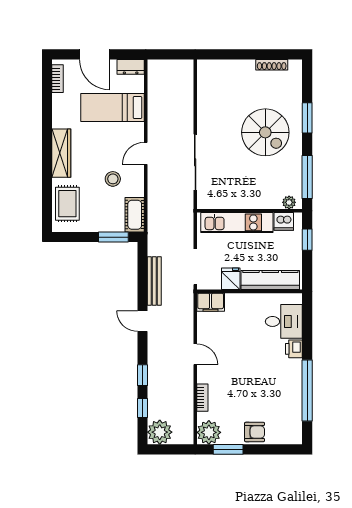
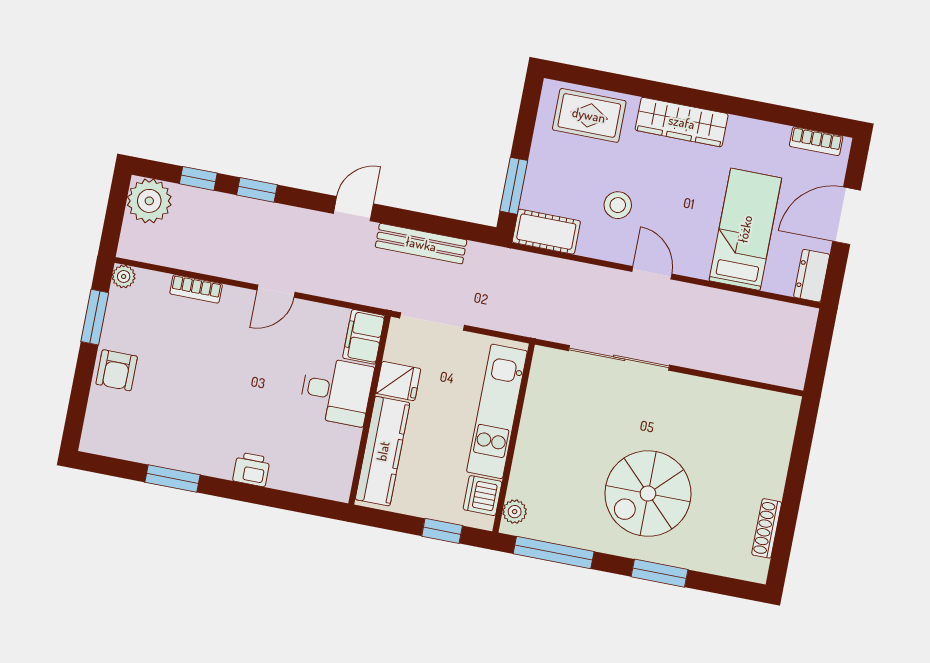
desk: (284, 321) -> (336, 391), moved, turned -90
window: (307, 390) -> (173, 478), width x0.47
plant: (209, 432) -> (124, 276), width x0.53, depth x0.53

